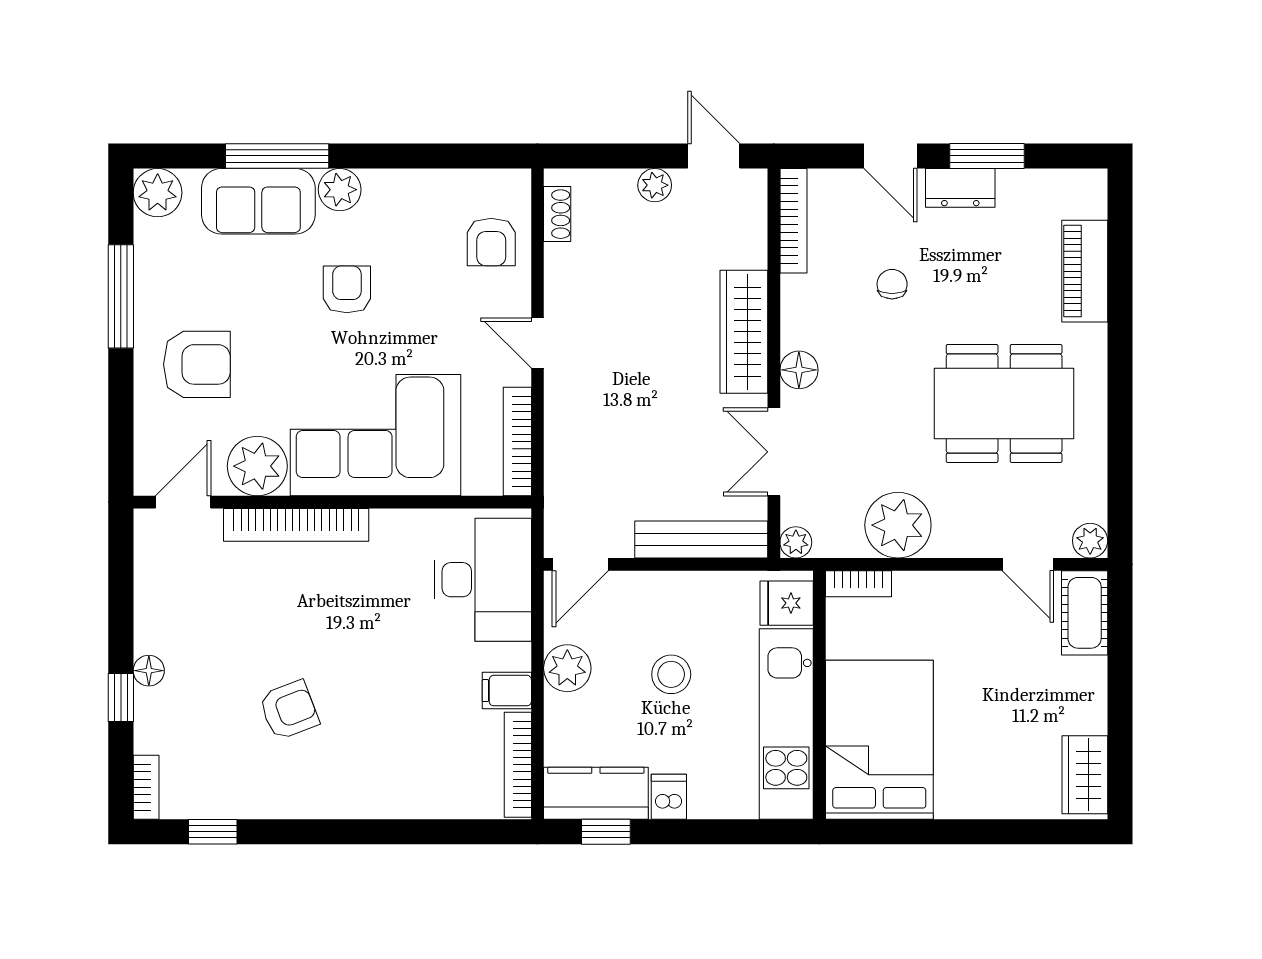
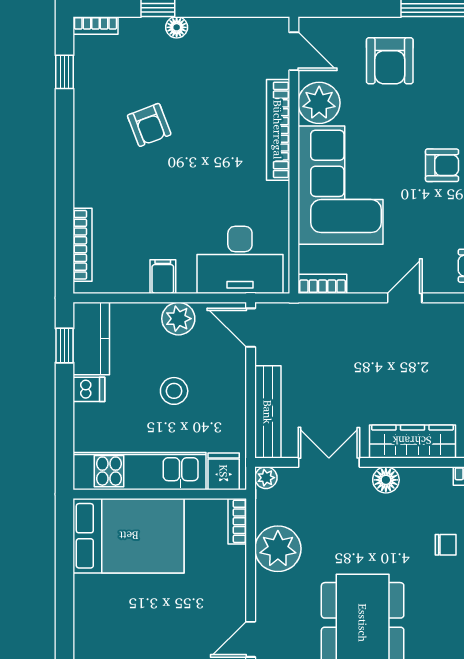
bookcase: (517, 441) -> (322, 284), width x0.64
bookcase: (518, 765) -> (83, 245), moved, turned 90

